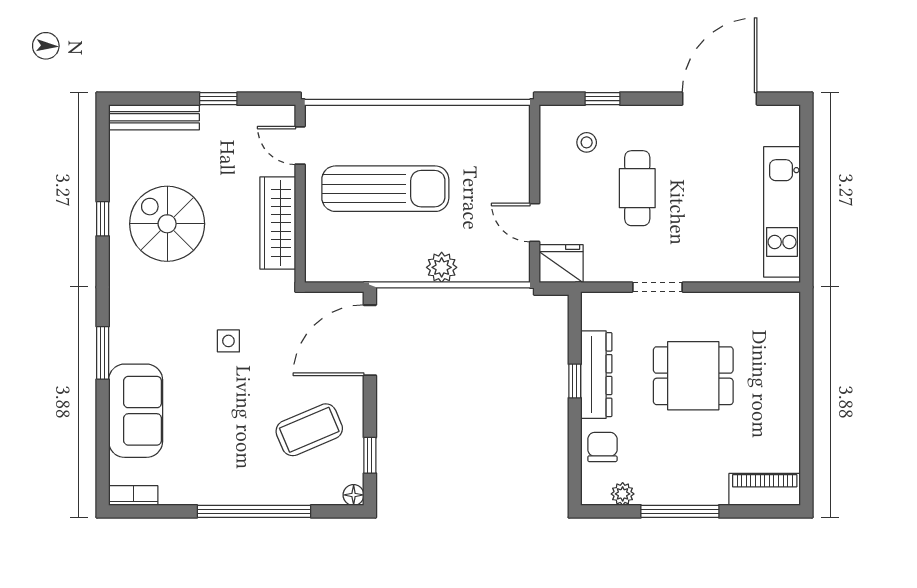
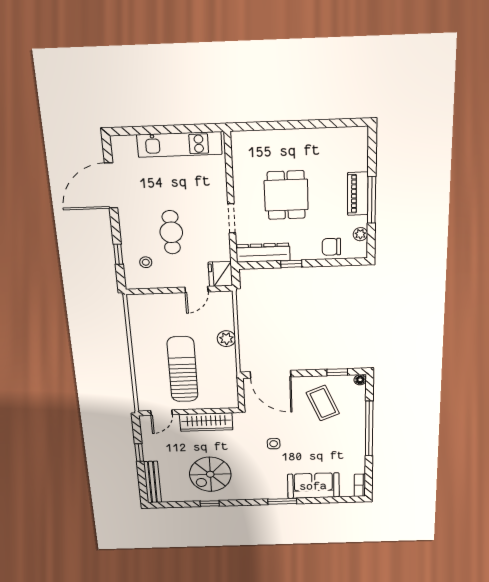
door: (720, 99) -> (111, 186), hinge flipped
cafe table: (637, 188) -> (171, 232), turned 90
dresser: (596, 375) -> (263, 253), moved
piano: (765, 489) -> (358, 194), moved

